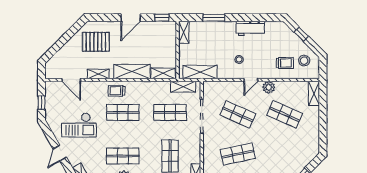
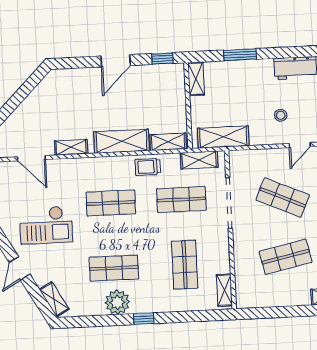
pallet: (96, 42) -> (65, 99), removed
trolley: (117, 91) -> (148, 167), moved

